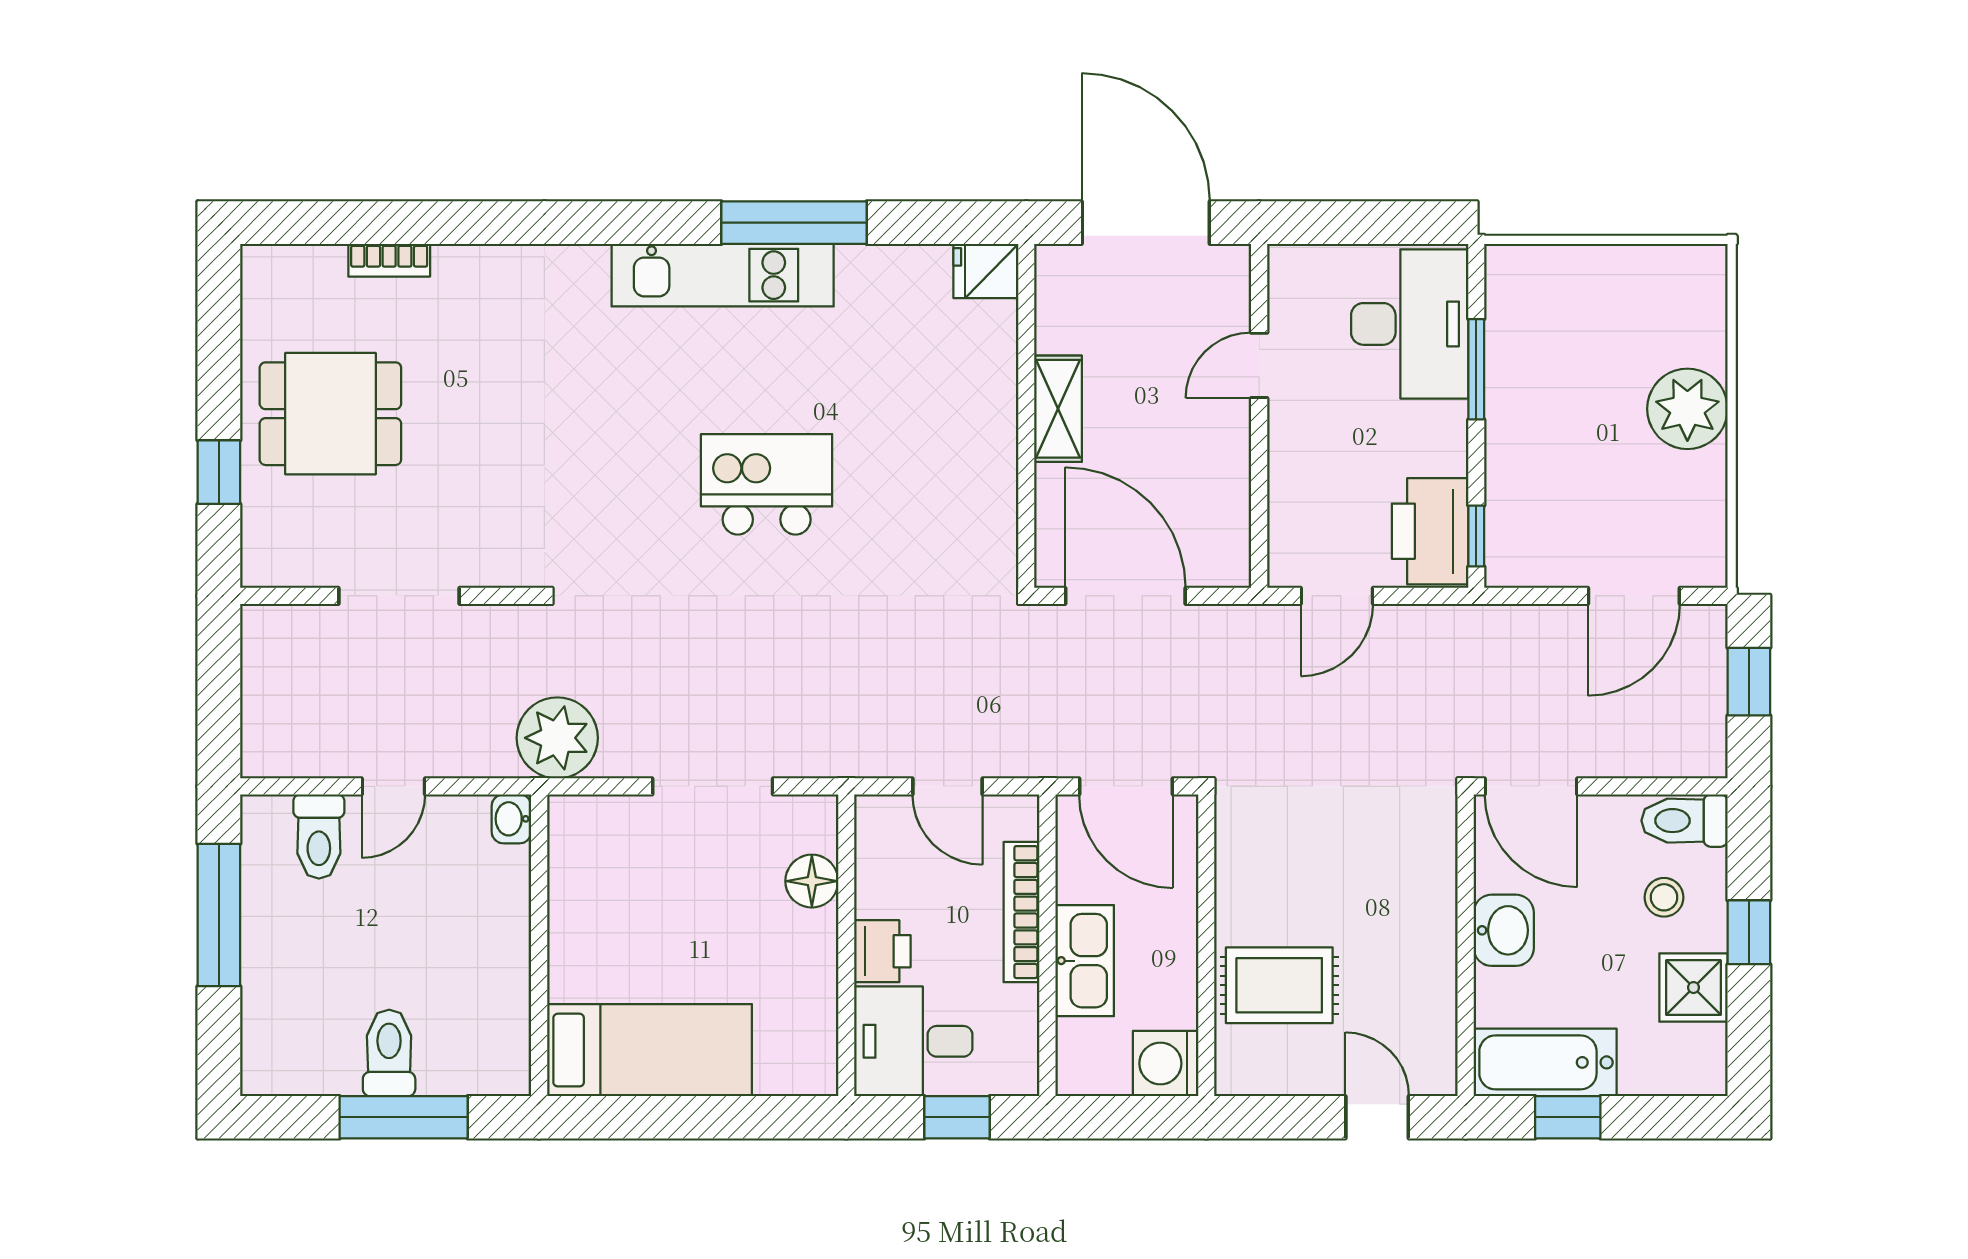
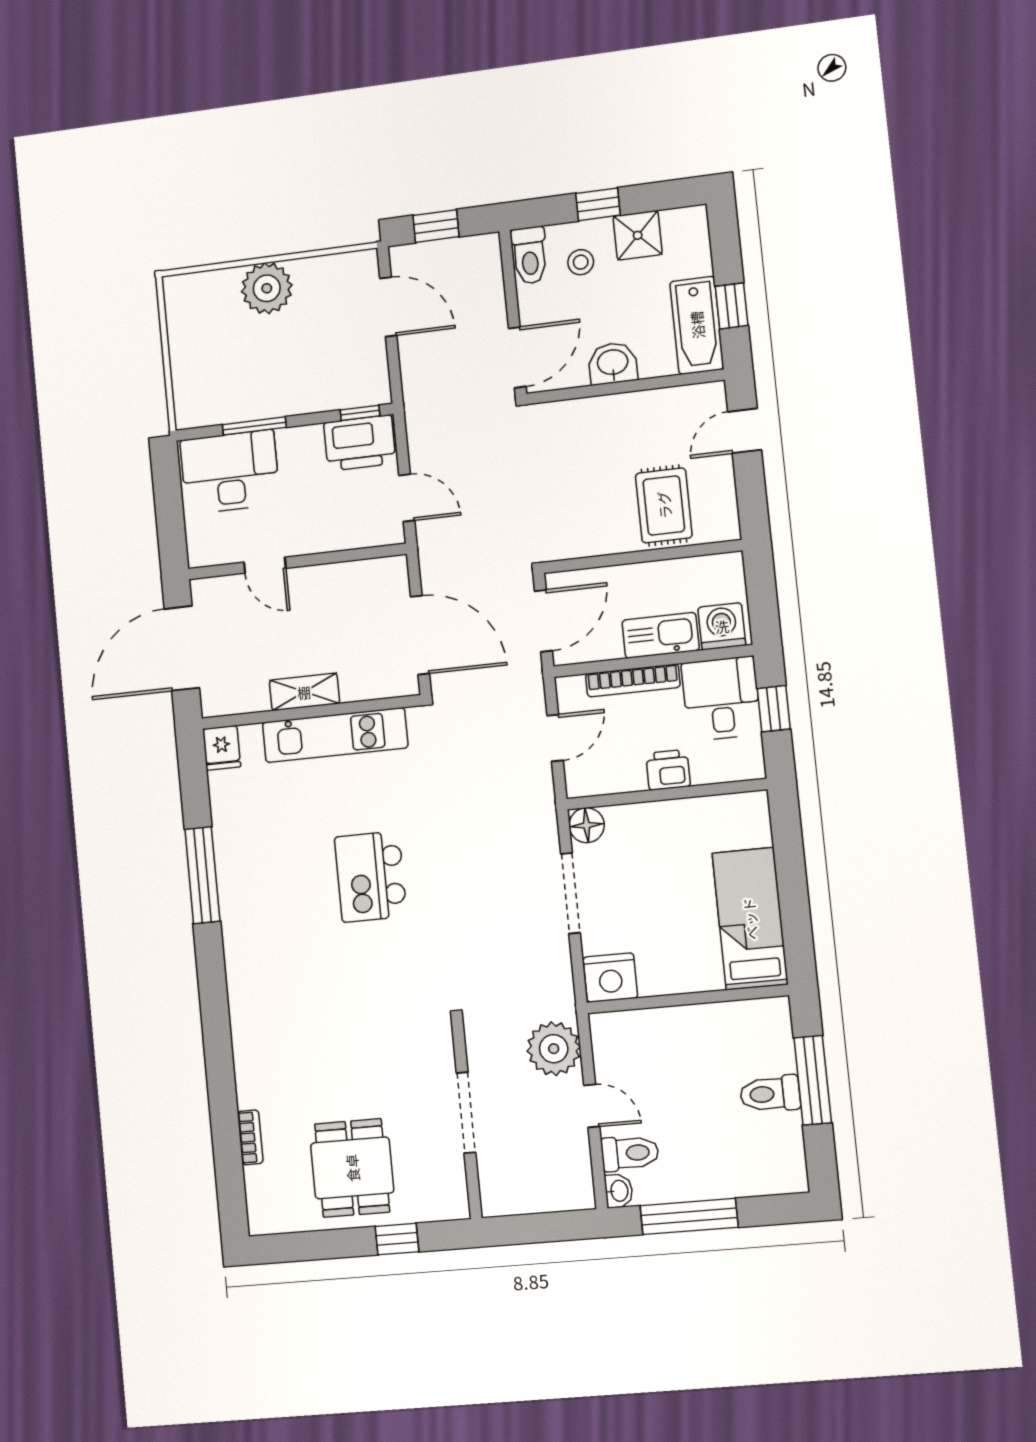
kitchen unit: (723, 275) -> (335, 735), moved, turned 90
door: (1125, 596) -> (420, 635), swing flipped
plant: (557, 738) -> (554, 1049), moved
washbasin: (511, 819) -> (619, 1191), moved, turned -90
nightstand: (581, 834) -> (610, 978), added
floor lamp: (812, 881) -> (587, 825), moved
desk: (913, 1041) -> (721, 699), moved, turned 180
washing machine: (1166, 1063) -> (722, 626), moved, turned 180

